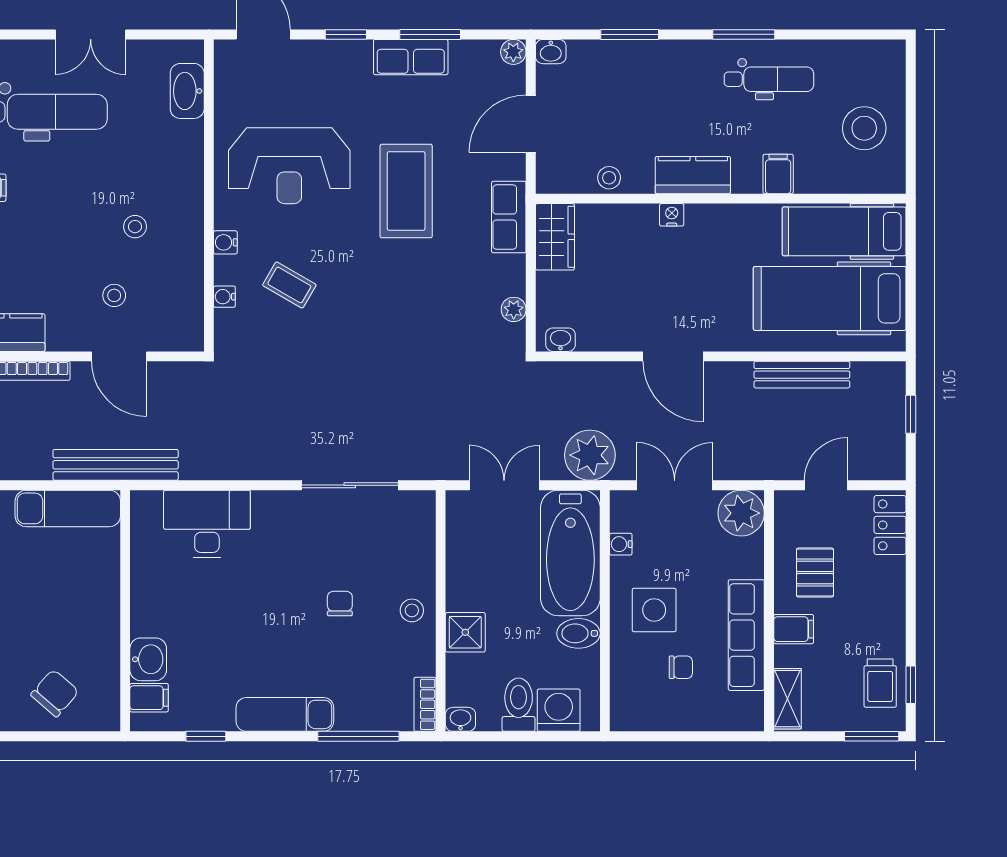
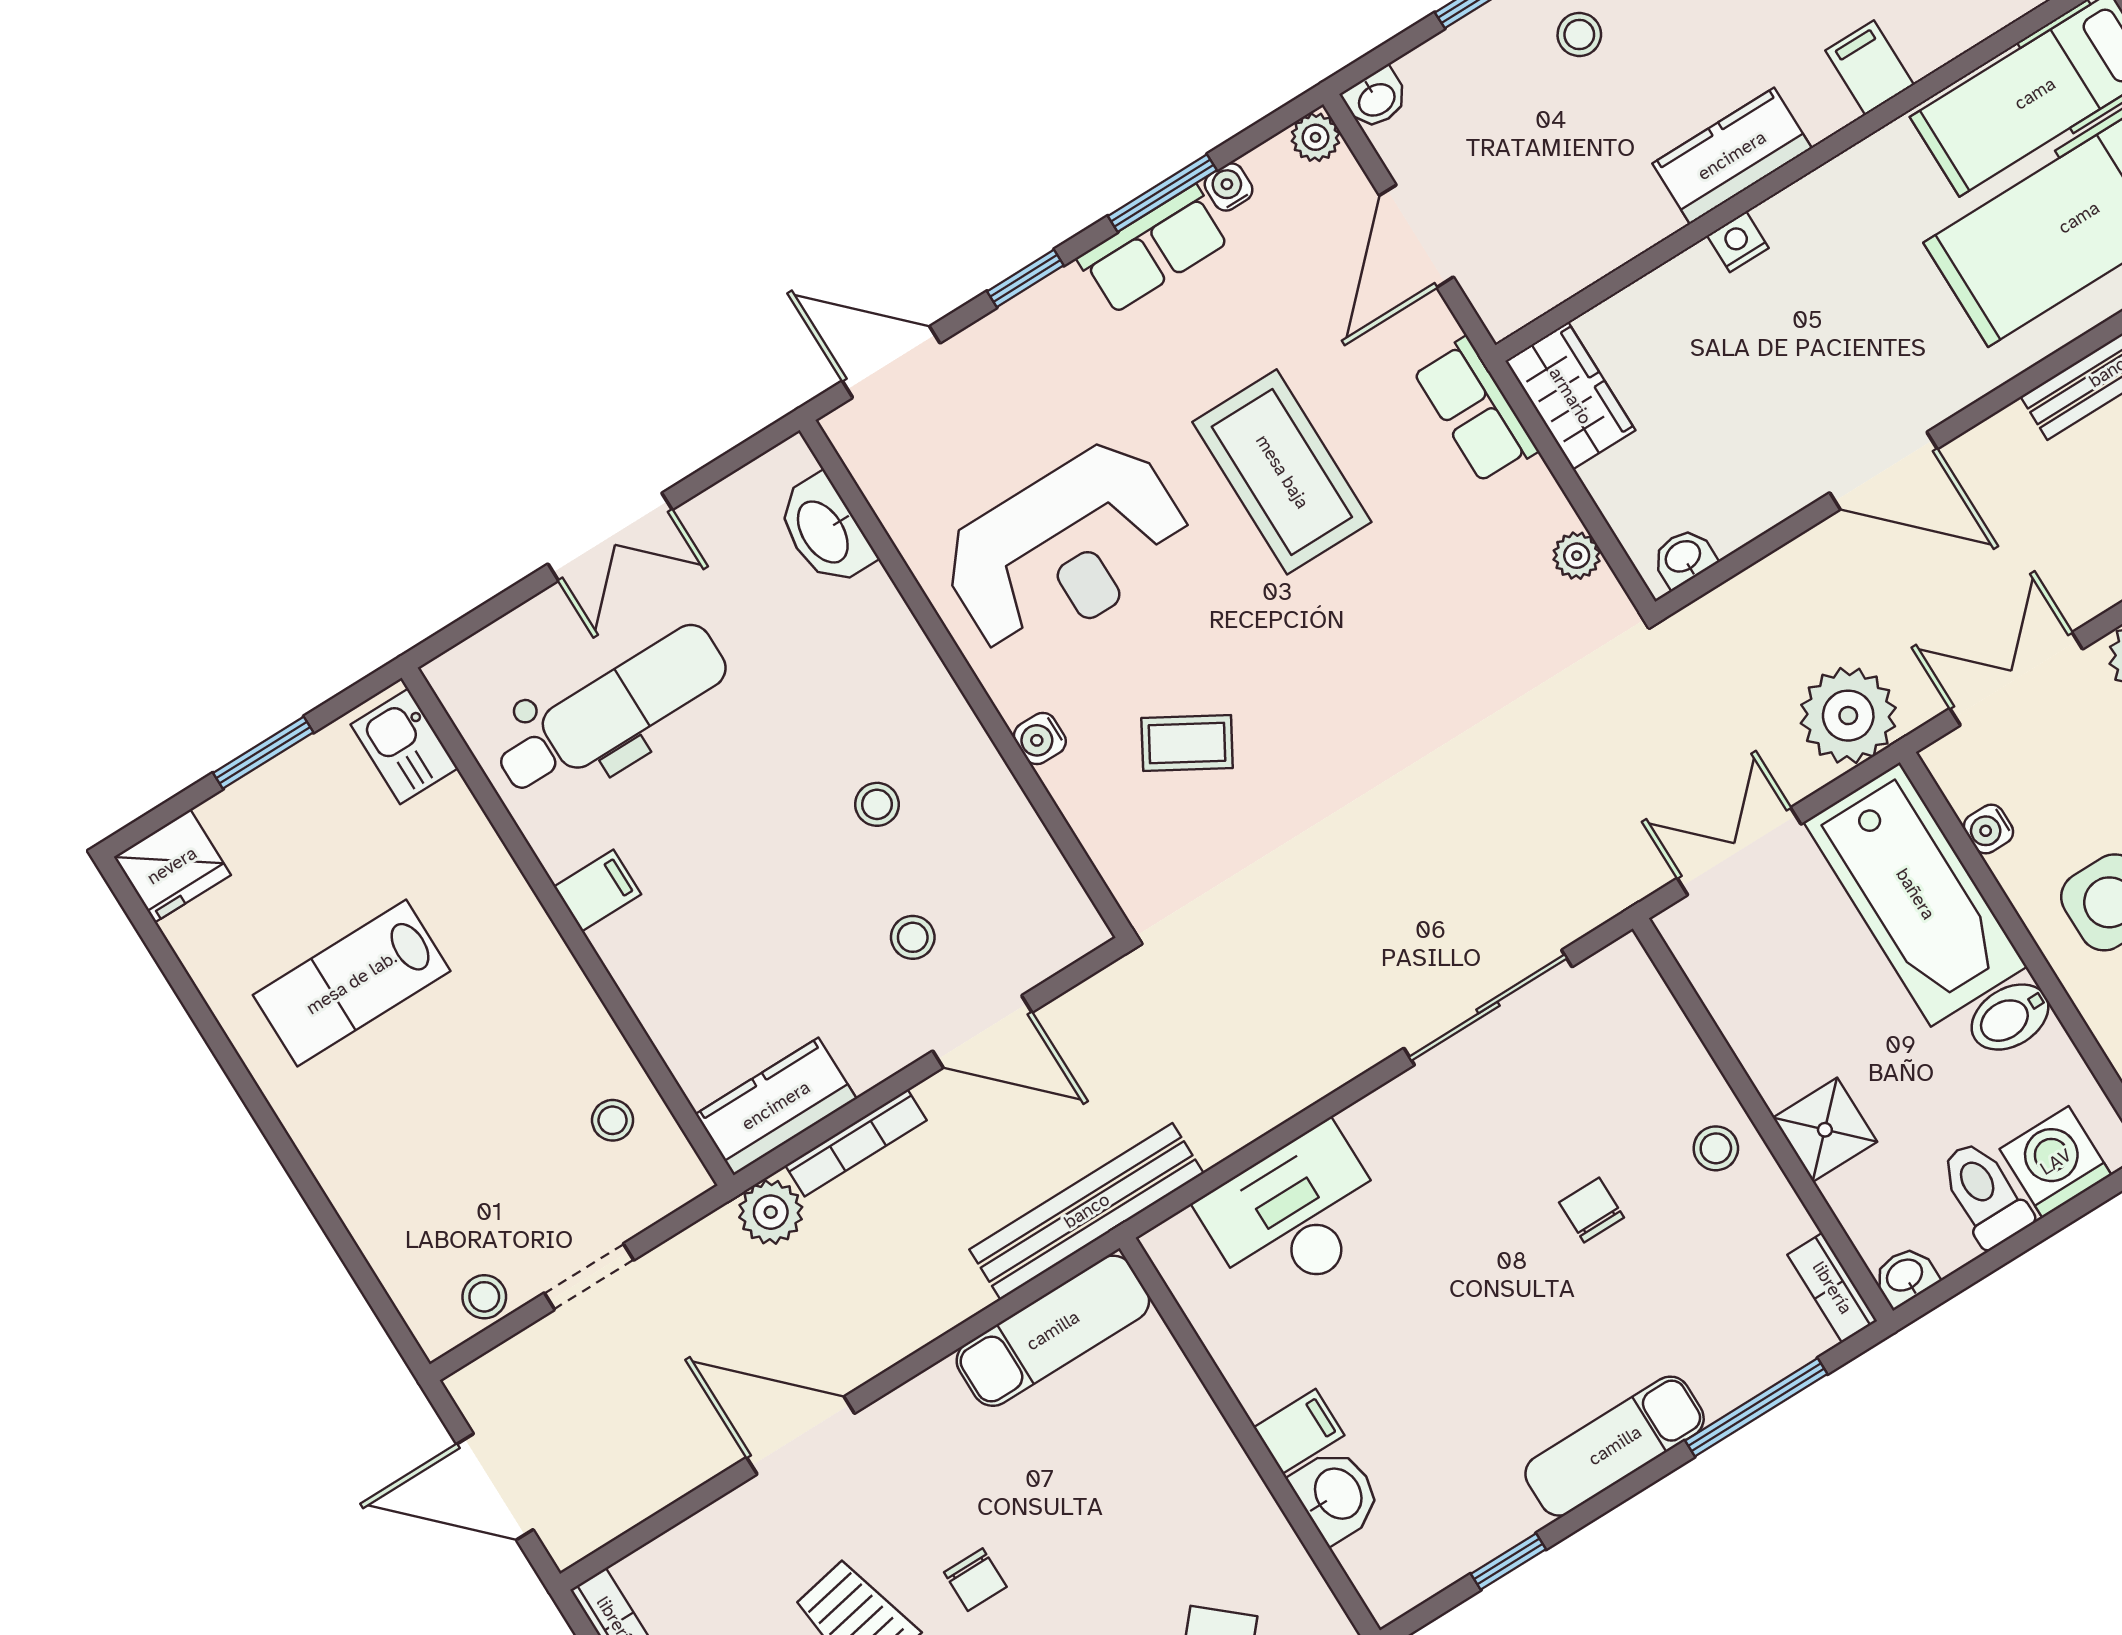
stool: (609, 178) -> (1579, 35), moved
water cooler: (224, 297) -> (1229, 187), moved, turned 90
filing cabinet: (149, 698) -> (1299, 1431), moved

